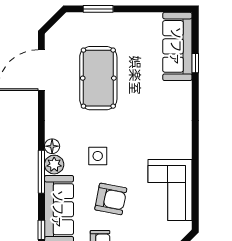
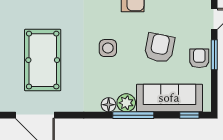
pool table: (98, 78) -> (43, 60), turned 90
side table: (98, 156) -> (108, 48), moved

